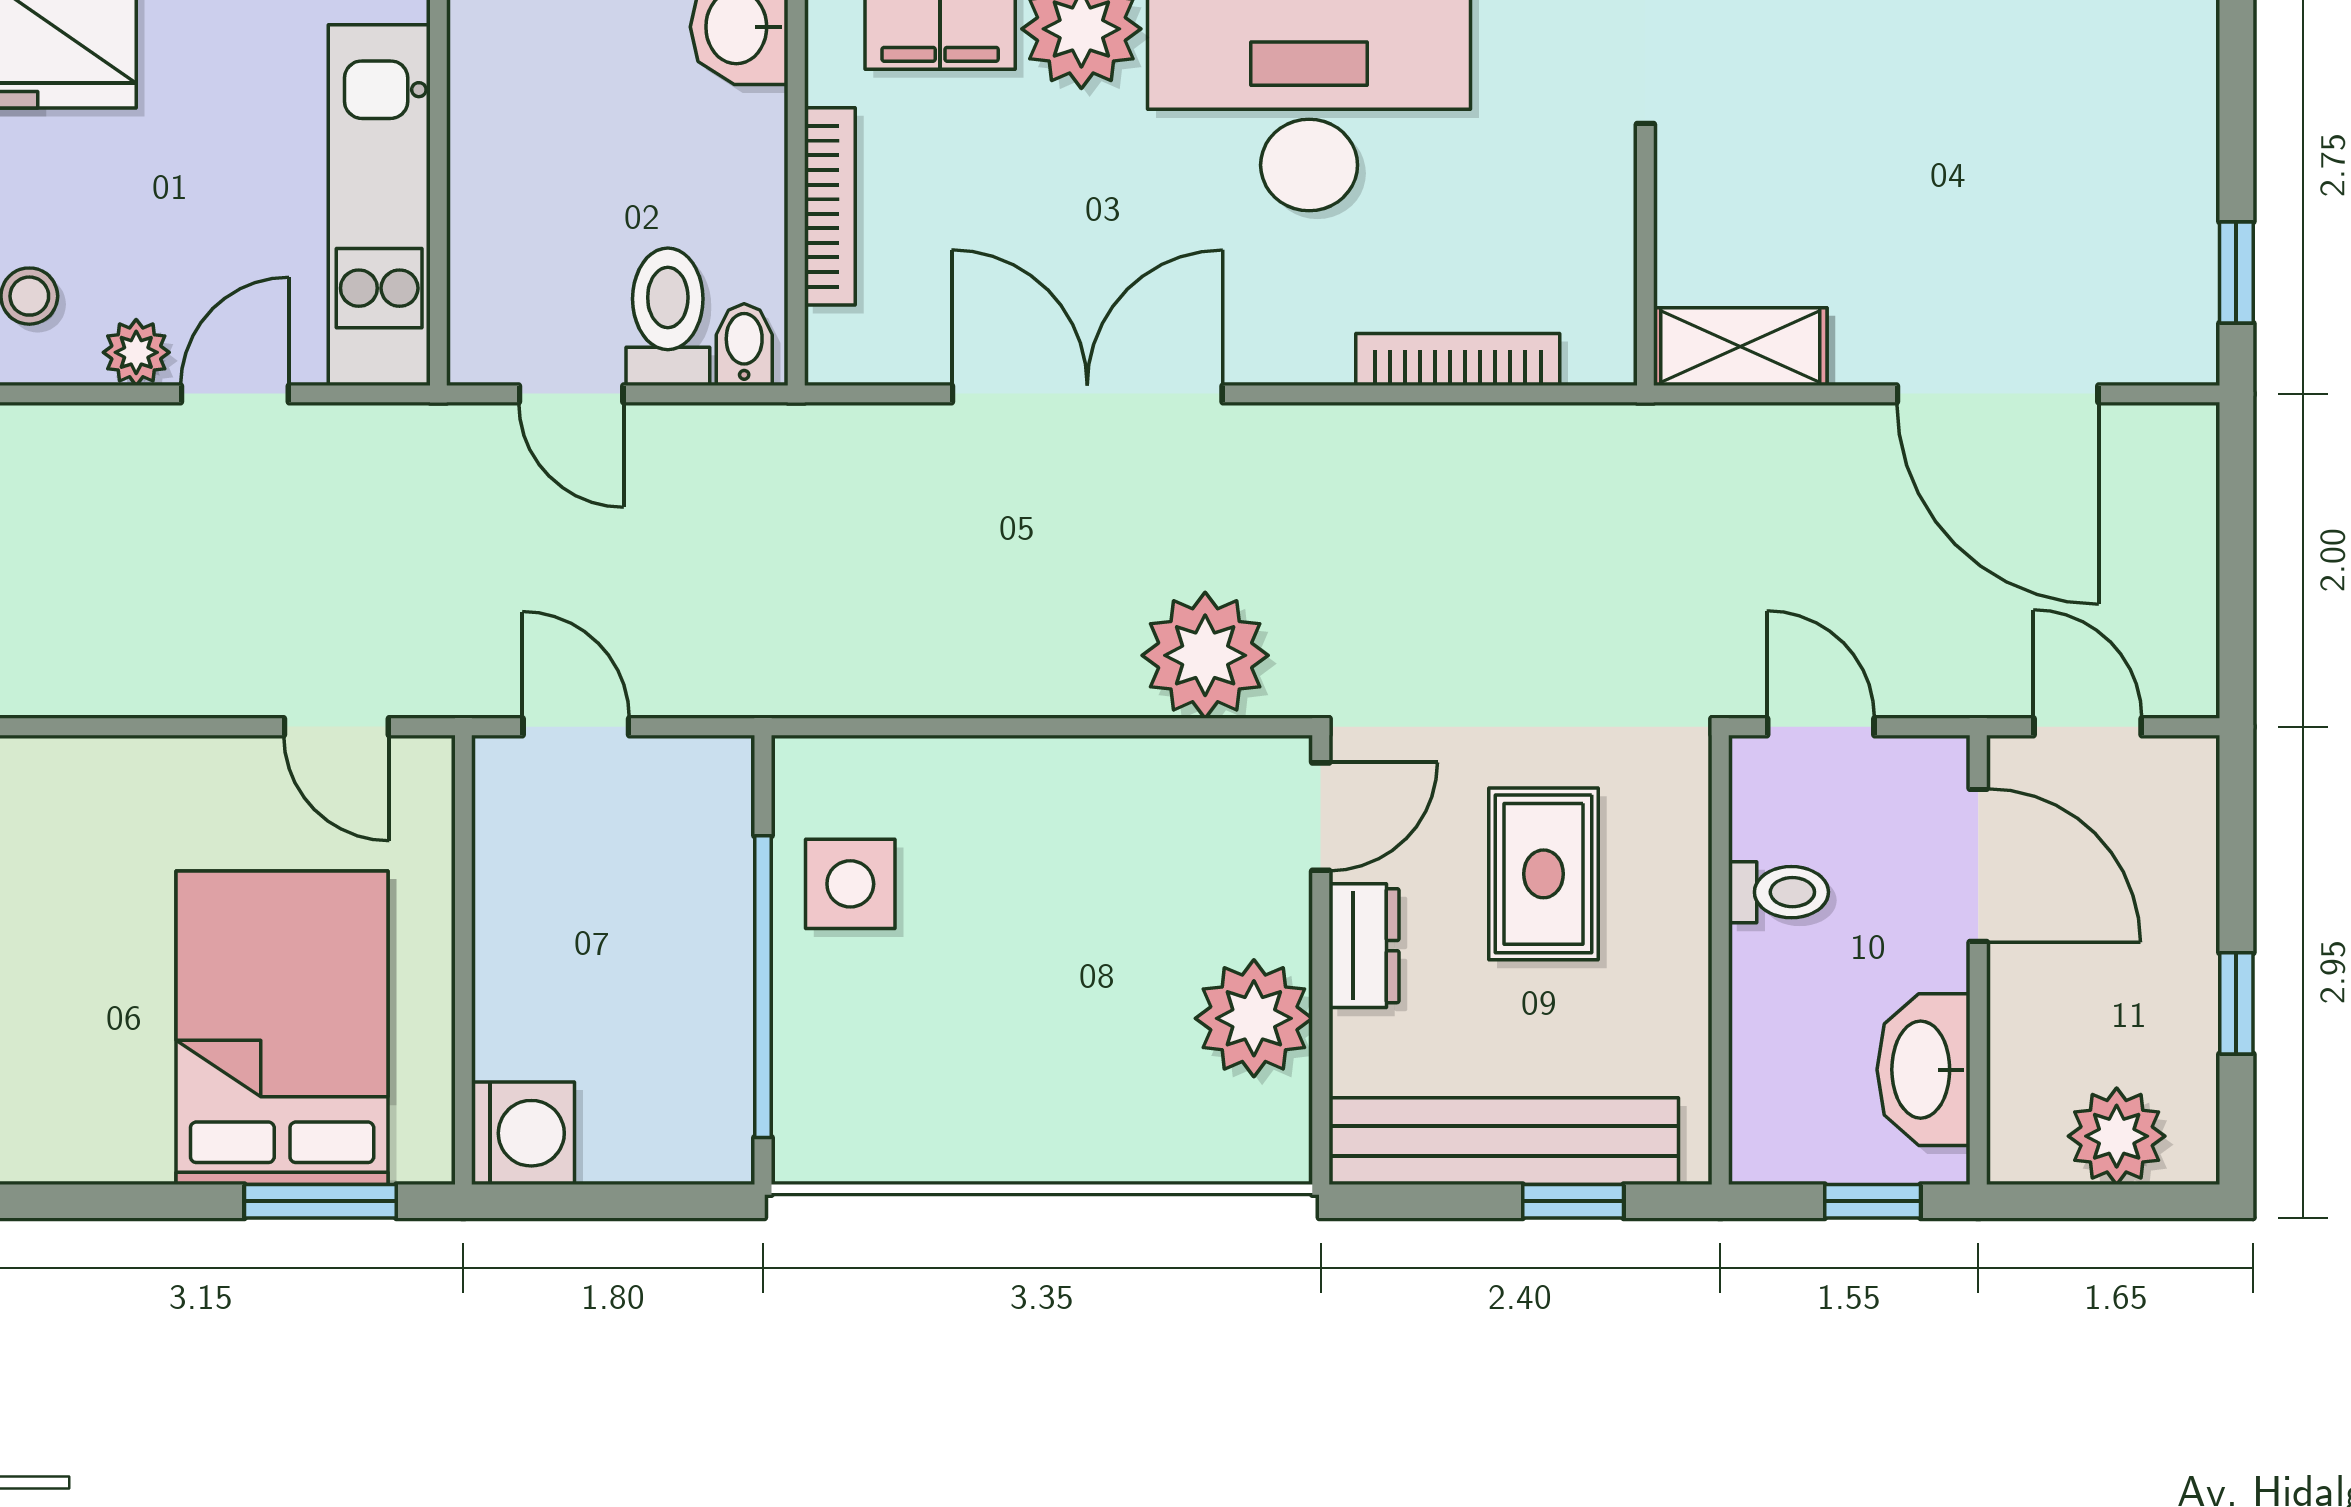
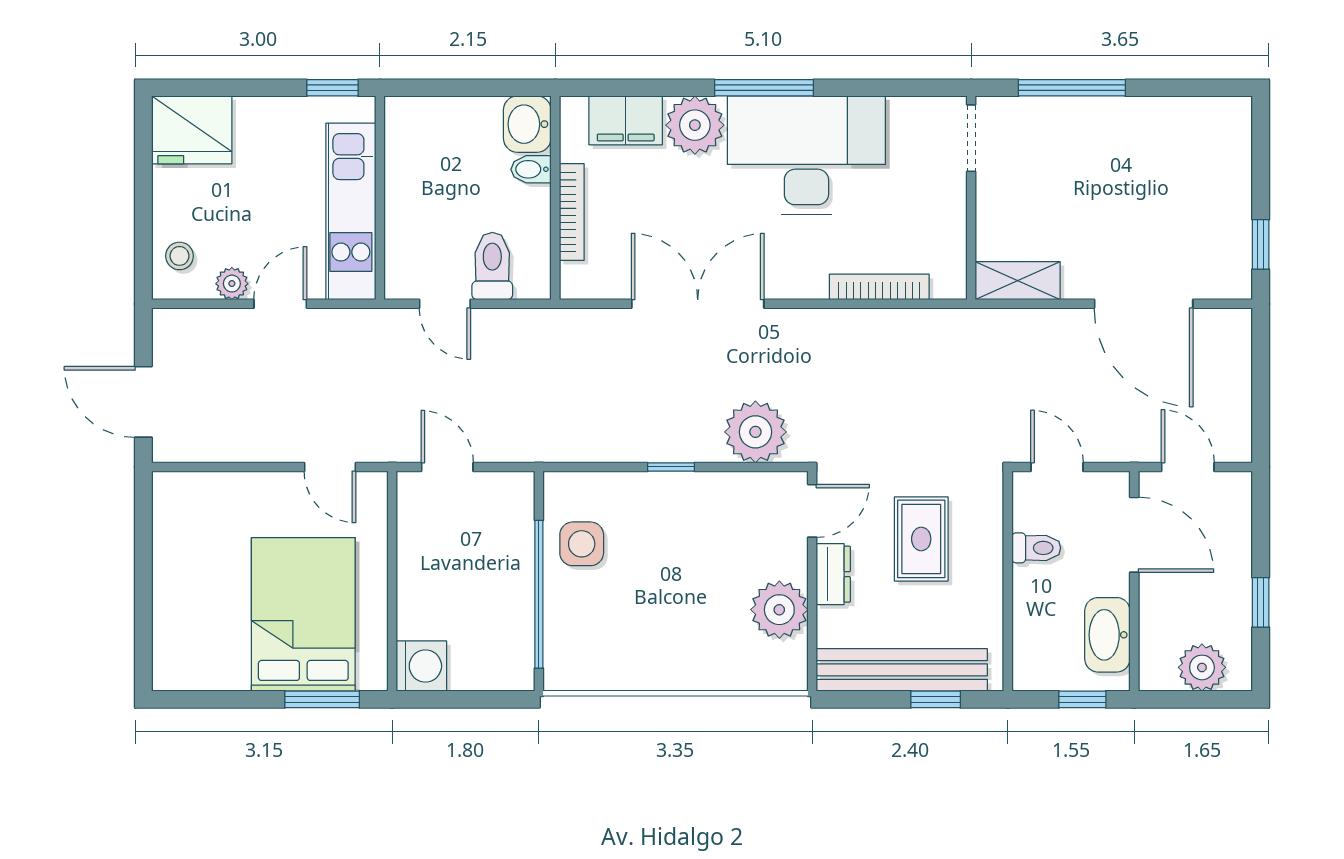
bidet: (744, 345) -> (531, 169), moved, turned -90
window: (1033, 727) -> (671, 467), added

